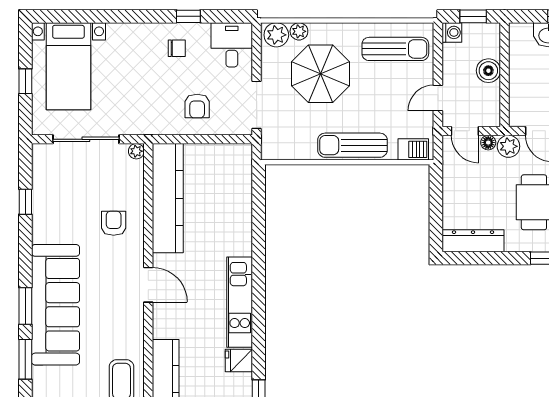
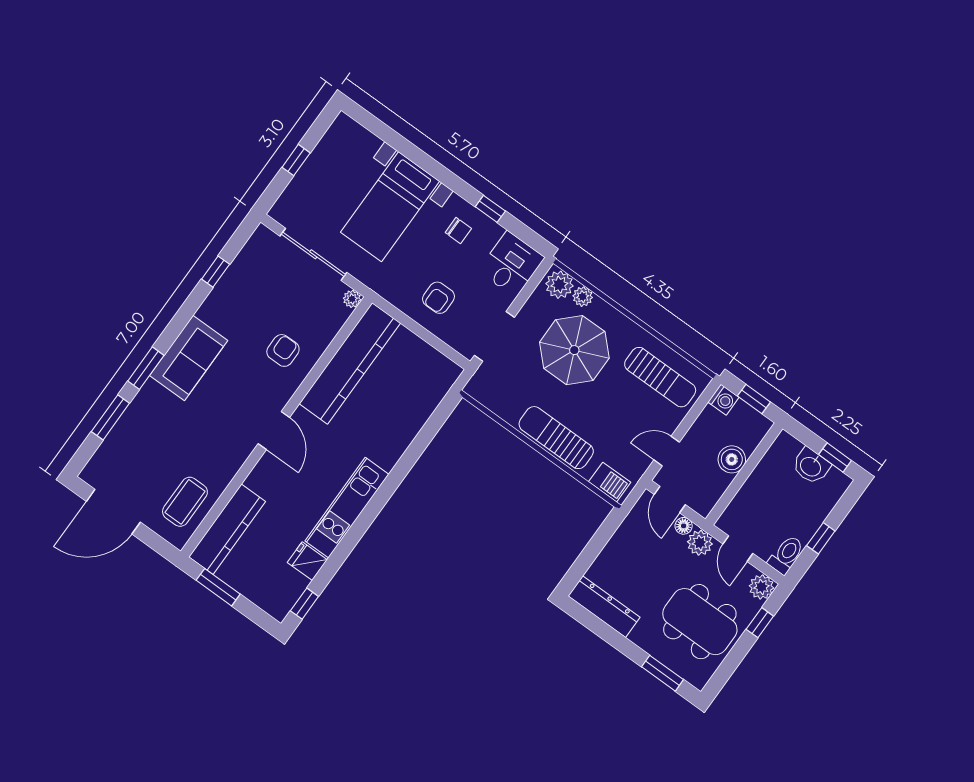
bed with nightstands: (68, 66) -> (390, 207), moved
sofa: (56, 305) -> (189, 358), width x0.54, depth x0.79

